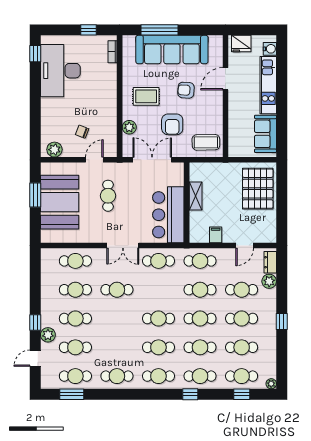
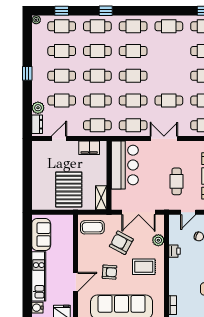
printer: (110, 115) -> (175, 251), added
armchair: (172, 124) -> (121, 243), turned -62
pallet: (258, 189) -> (69, 189), moved
shelving: (196, 196) -> (101, 198), moved
filing cabinet: (216, 235) -> (89, 148), width x2.00
cafe table: (158, 290) -> (133, 101), added

